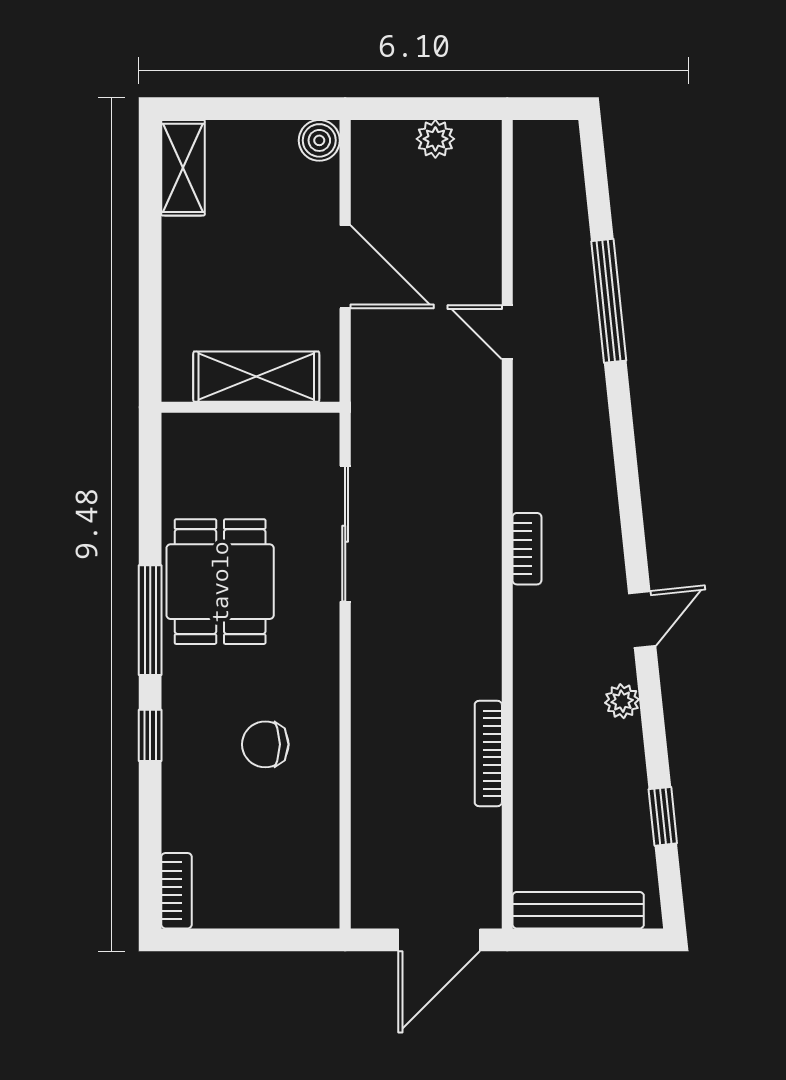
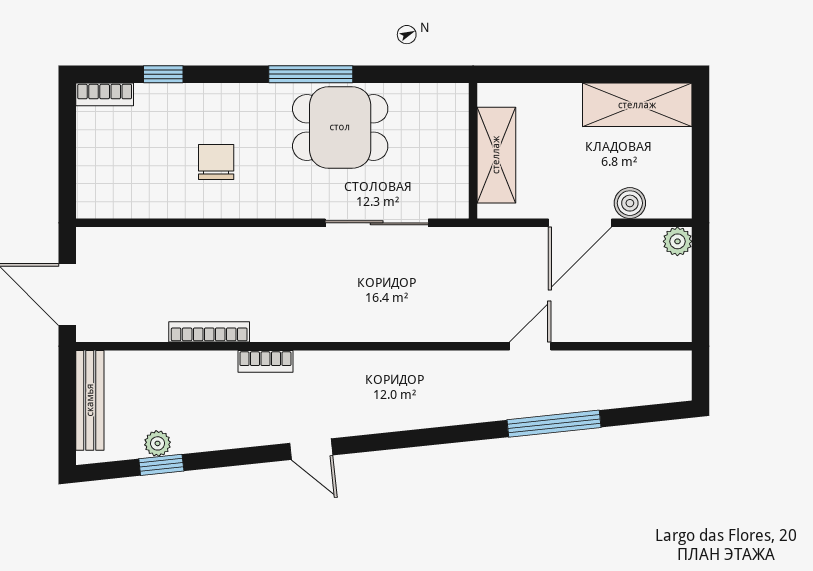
plant: (435, 139) -> (677, 241), moved
boiler: (319, 140) -> (630, 203), moved
shelving: (183, 168) -> (637, 105), width x1.50, depth x1.33
bookcase: (527, 549) -> (265, 361), moved
plant: (622, 701) -> (158, 443), moved
window: (150, 735) -> (163, 74), moved

